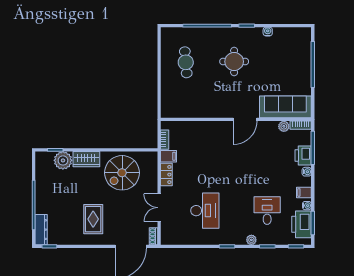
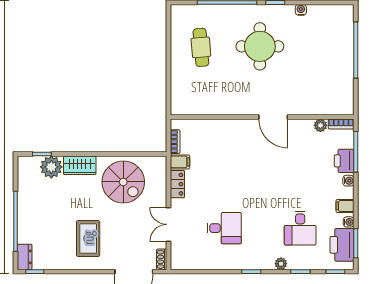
round table: (234, 62) -> (260, 46), width x1.36, depth x1.36
sofa: (285, 107) -> (322, 102), removed
door: (245, 119) -> (273, 117), hinge flipped
spiral stairs: (122, 173) -> (123, 182), turned -90
desk: (205, 211) -> (224, 228), width x0.73
desk: (267, 211) -> (300, 228), turned 180
dresser: (41, 230) -> (25, 257), width x0.70

